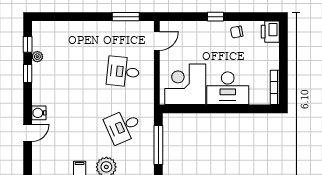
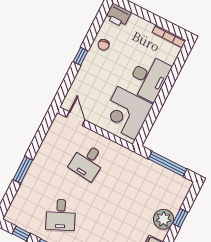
window: (126, 17) -> (23, 170), moved
plant: (37, 57) -> (36, 230), removed
desk: (123, 126) -> (61, 215), moved

